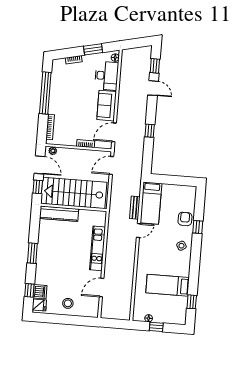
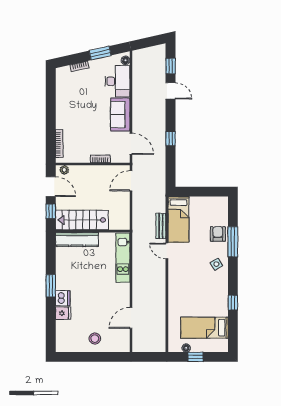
window: (45, 93) -> (51, 106), removed
door: (114, 132) -> (131, 144), swing flipped
stairs: (74, 193) -> (82, 220), width x0.73, depth x0.66
window: (198, 227) -> (233, 242), width x2.17
door: (138, 230) -> (167, 251), swing flipped
kitchen unit: (97, 248) -> (123, 258), moved
bed: (168, 285) -> (204, 328), moved
window: (29, 290) -> (51, 328), removed
dishwasher: (40, 292) -> (63, 298), moved
window: (192, 302) -> (233, 303), moved
fridge: (39, 305) -> (63, 313), moved

